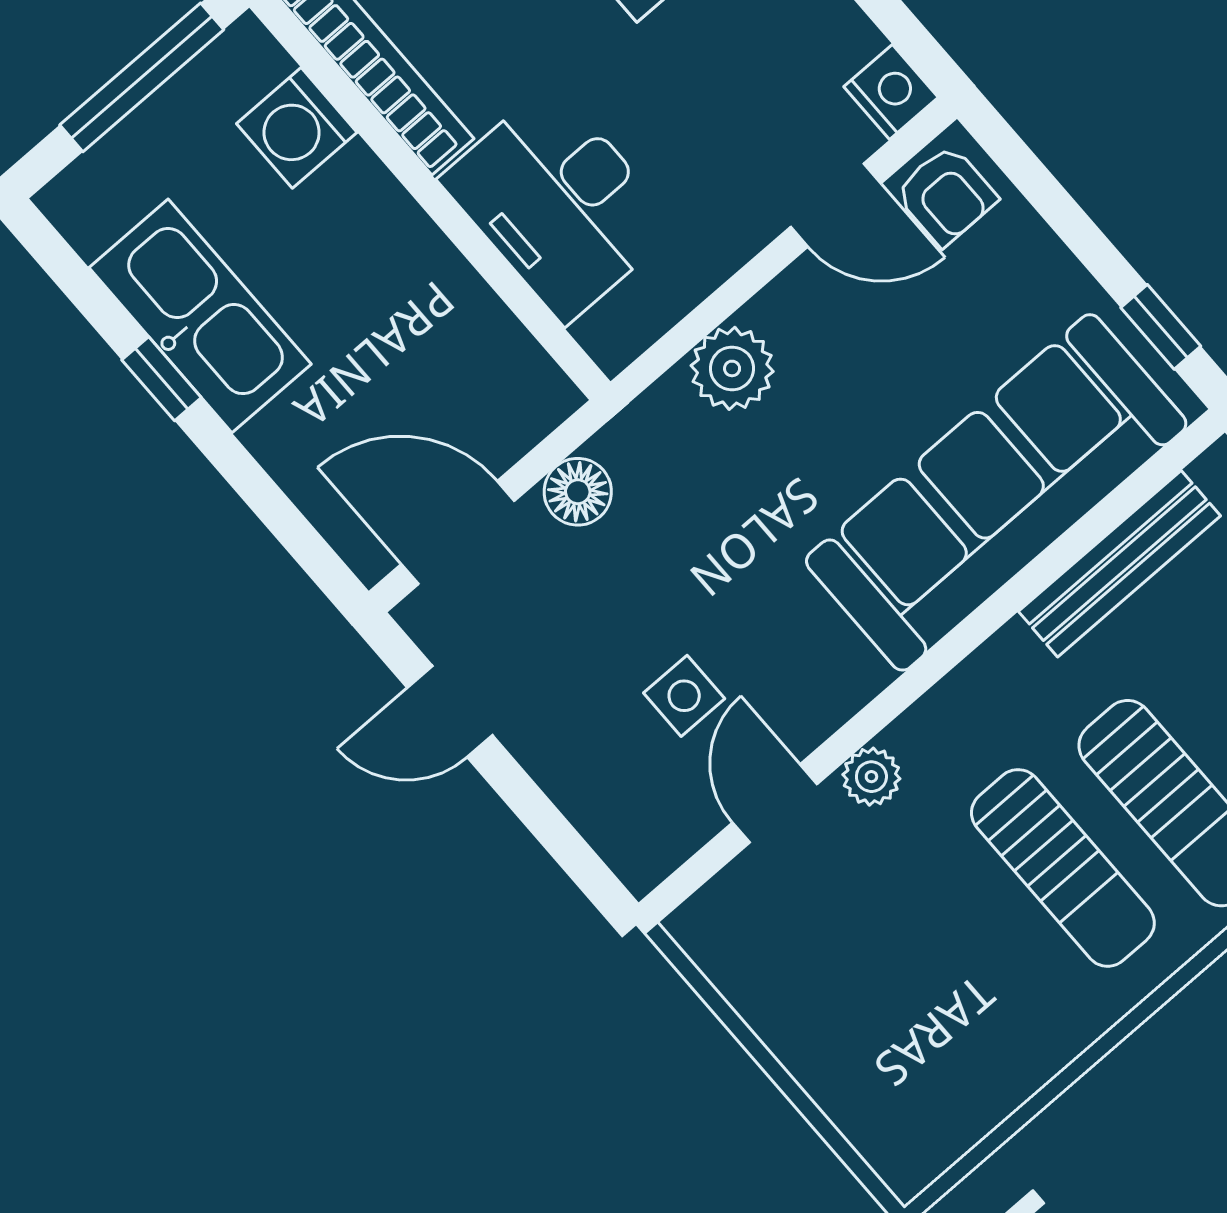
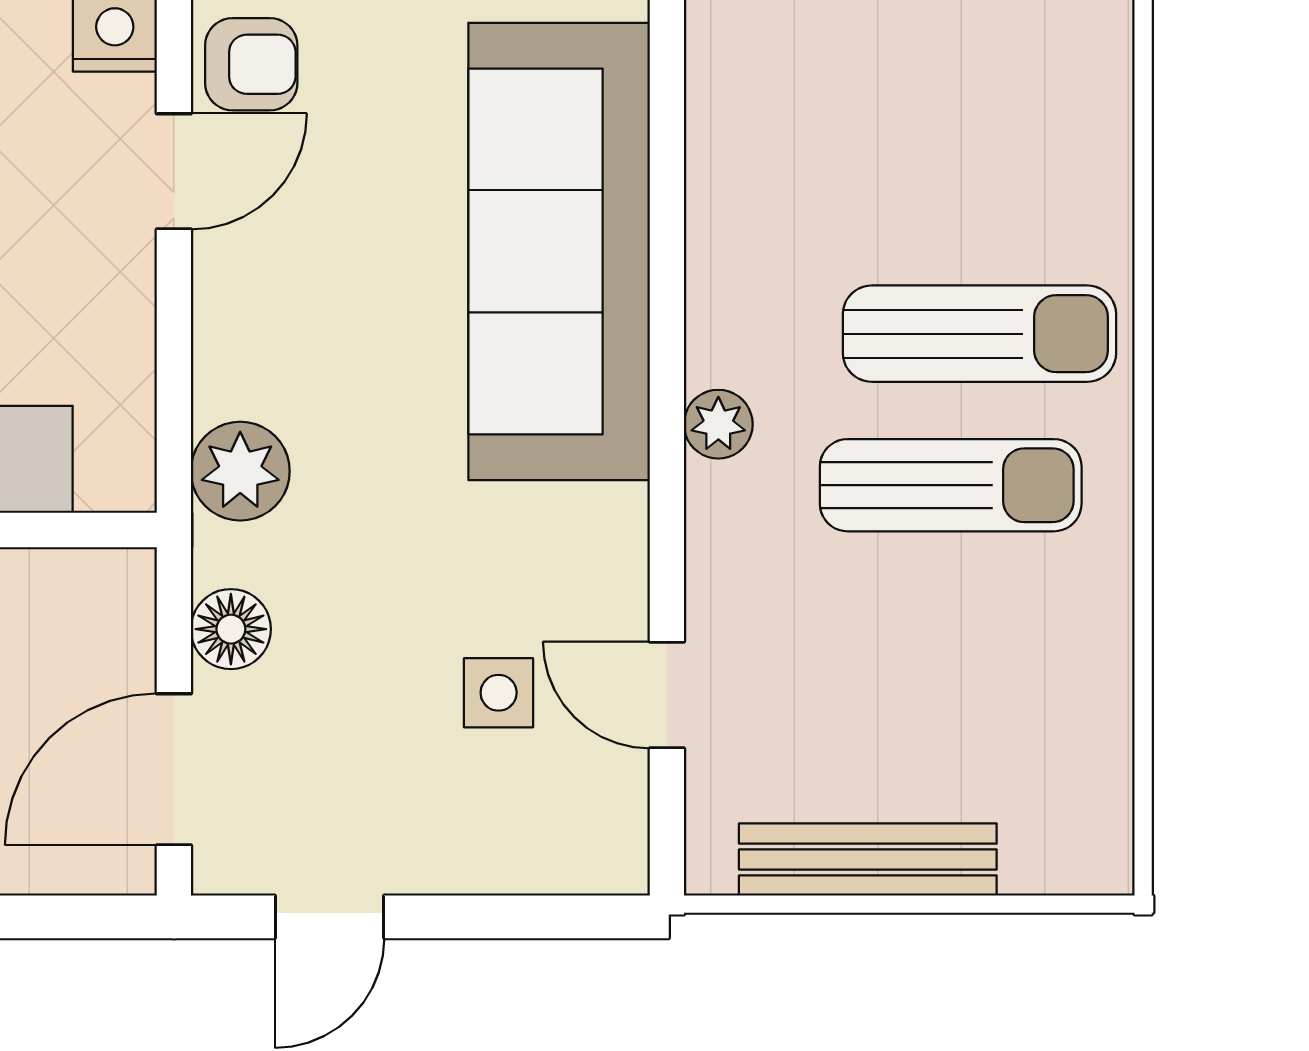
plant: (732, 368) -> (240, 471), moved
bench: (1119, 564) -> (868, 860), moved, turned 90
plant: (871, 777) -> (718, 424), moved

